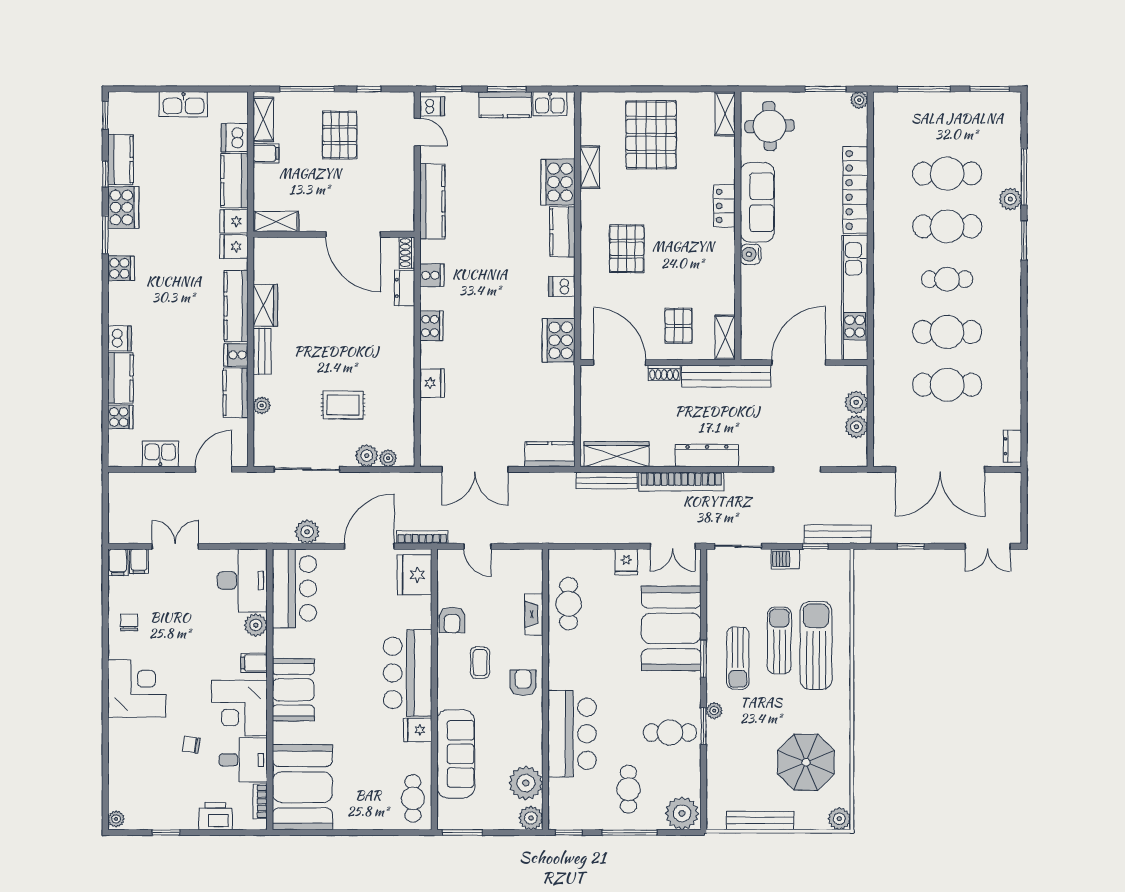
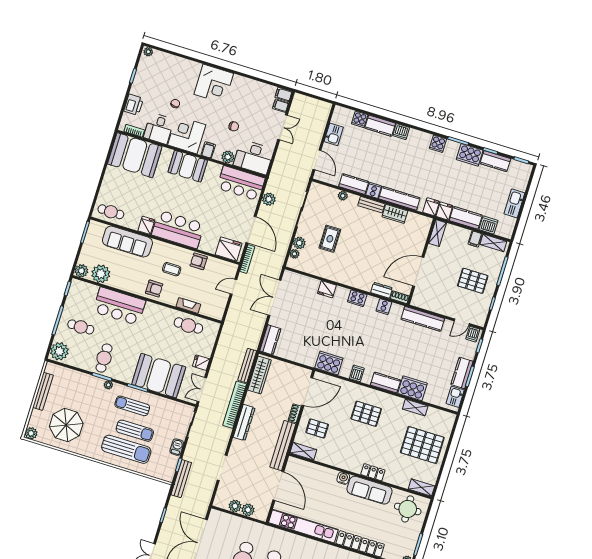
chair: (129, 622) -> (234, 126), moved

